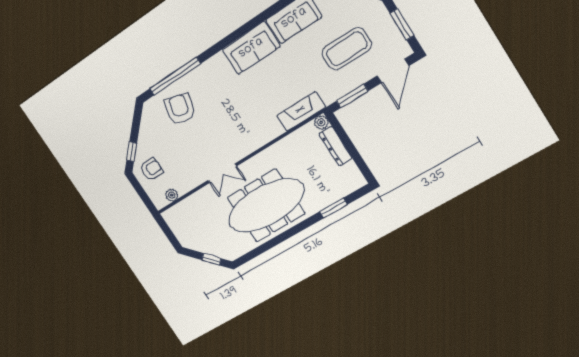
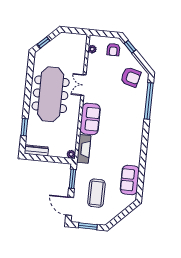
sofa: (251, 48) -> (90, 119), moved, turned 180
armchair: (180, 109) -> (131, 77), moved
dresser: (336, 146) -> (36, 150), moved

